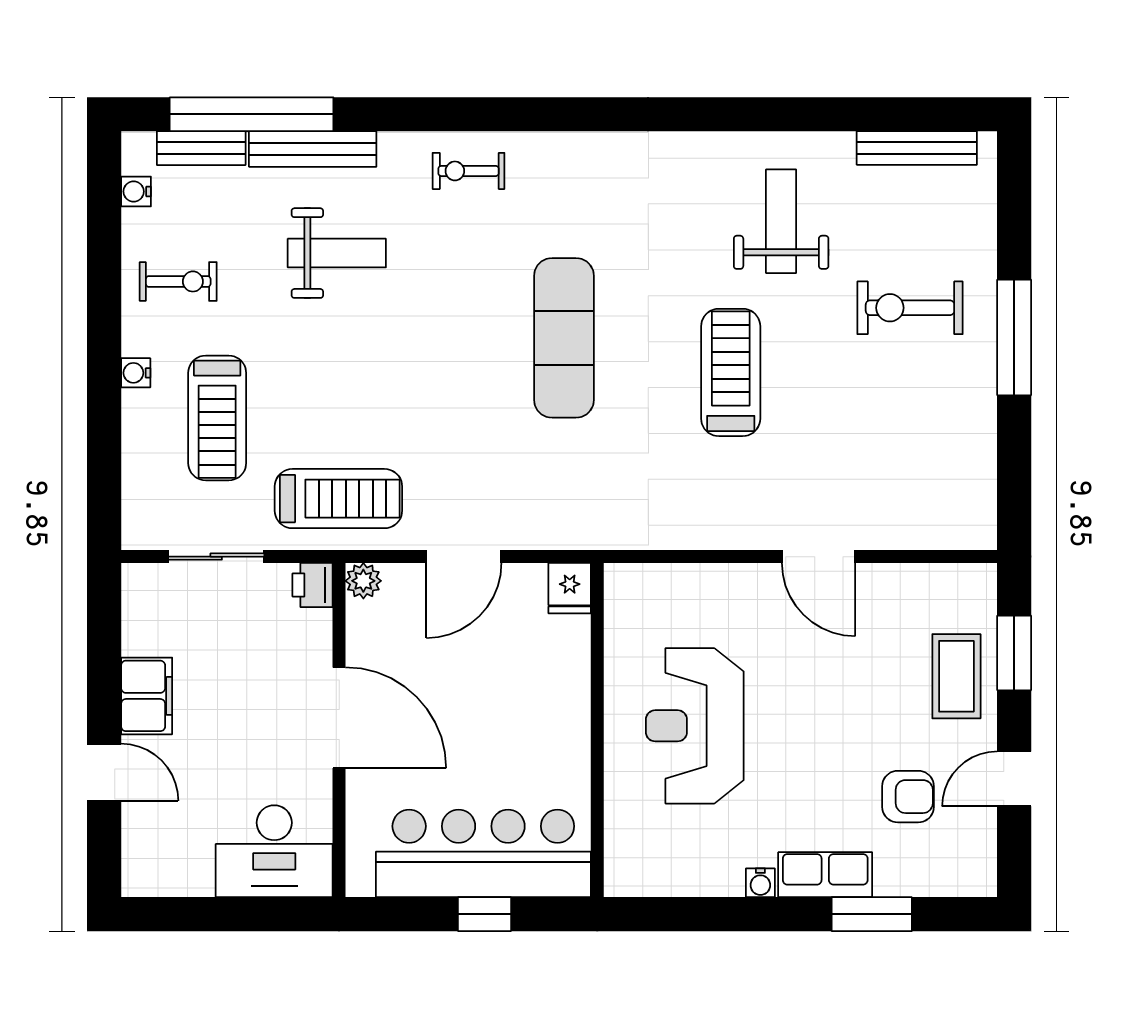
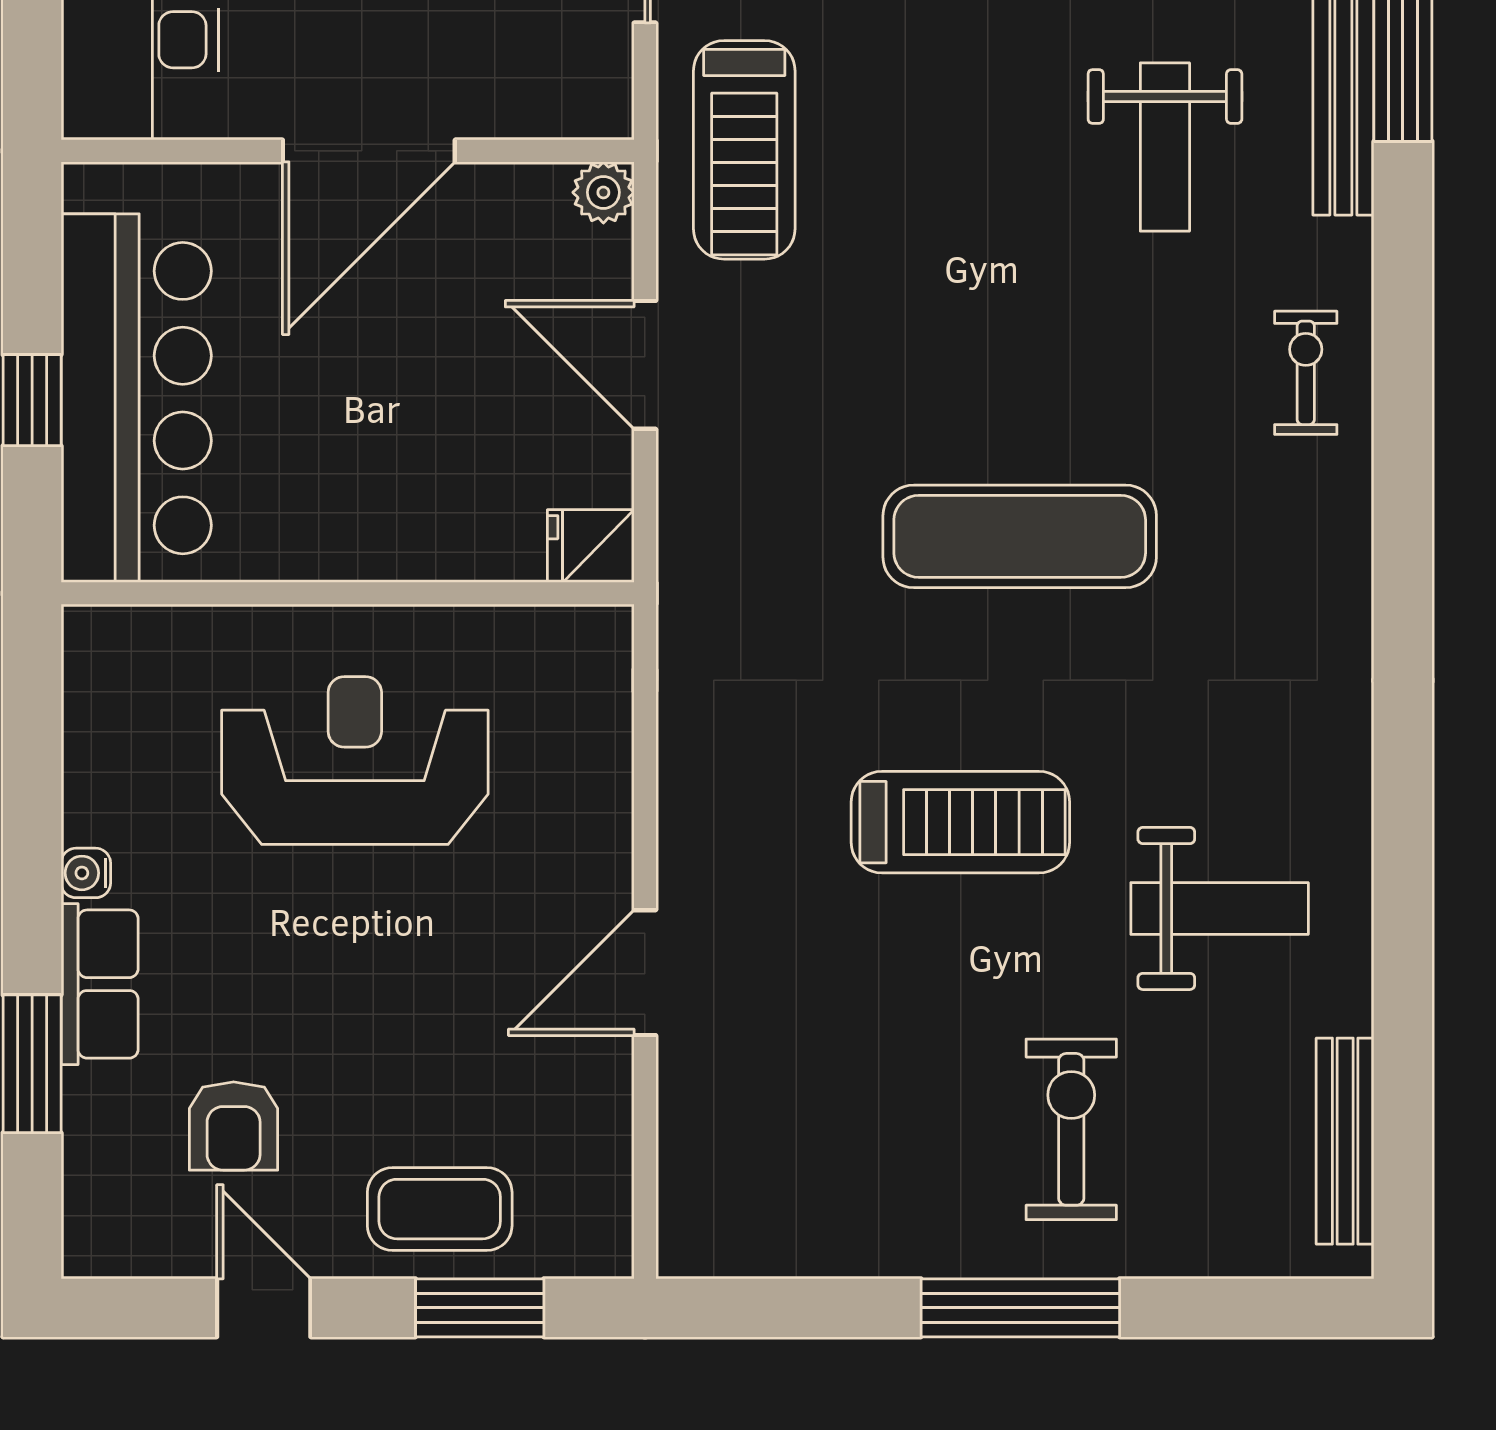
printer: (313, 585) -> (596, 105), removed

